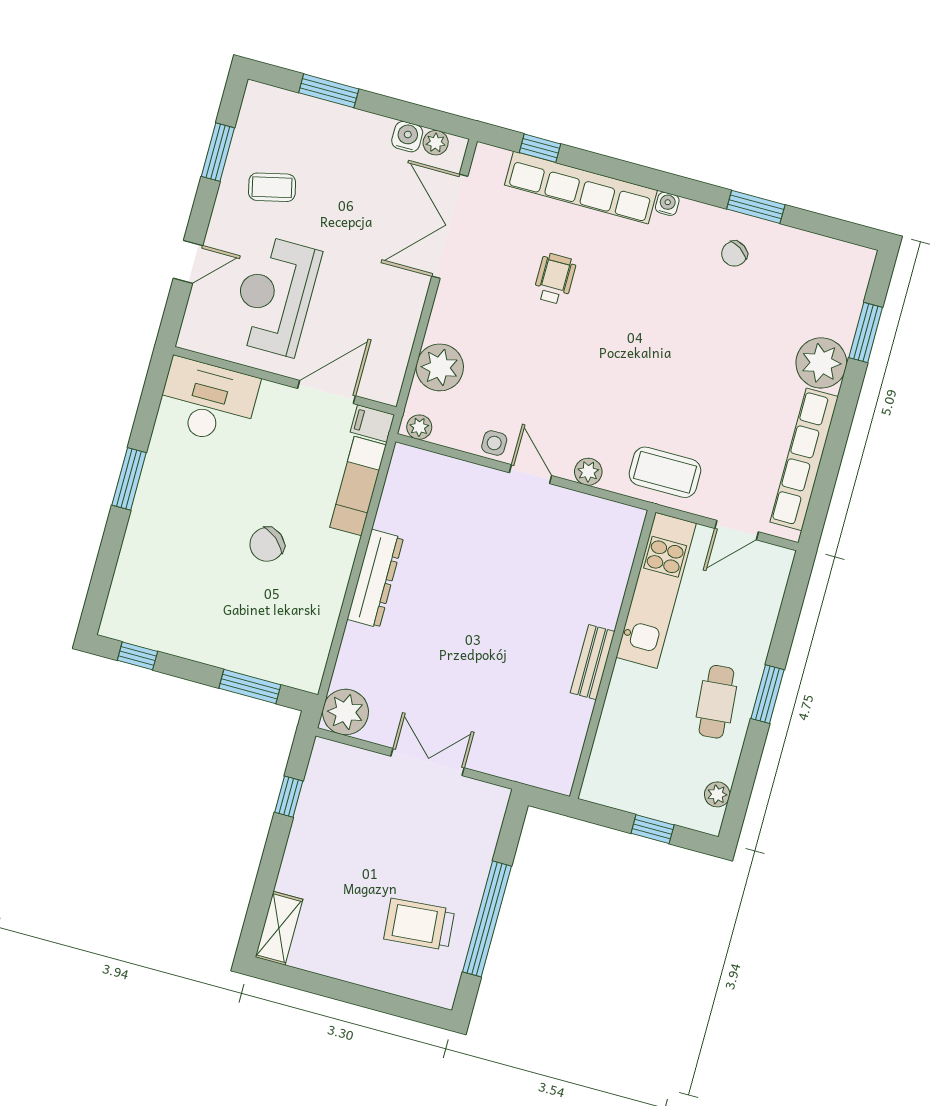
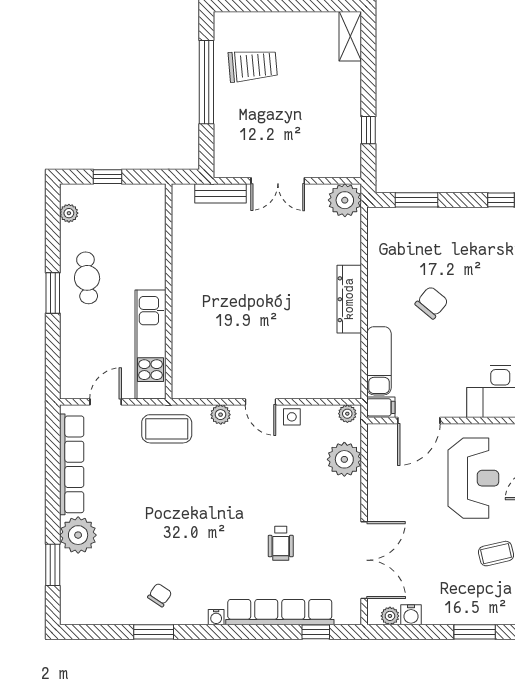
bench: (593, 662) -> (220, 193), moved, turned 90

